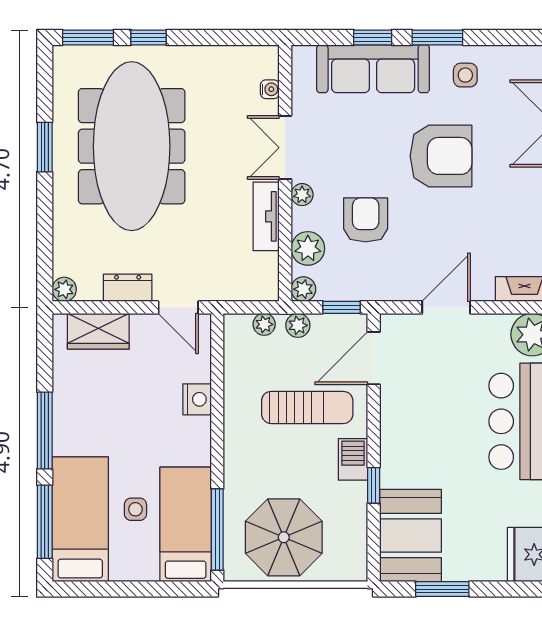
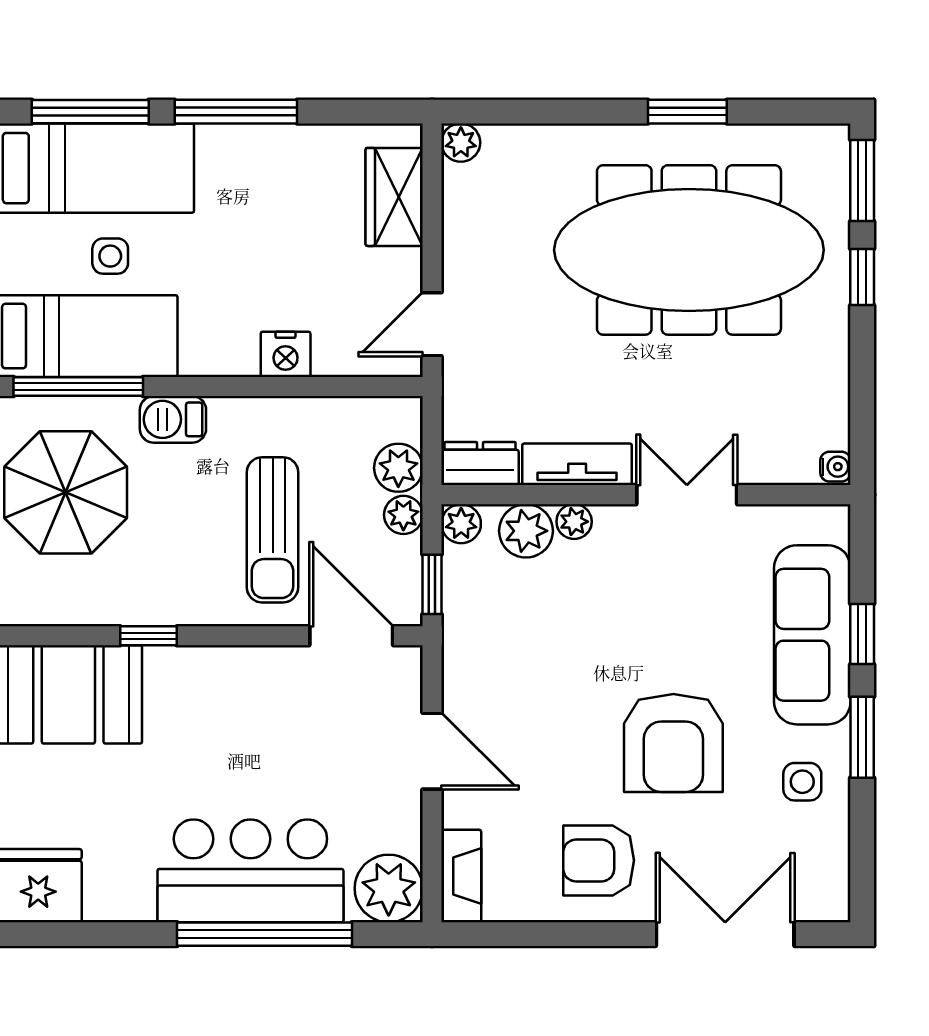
water cooler: (270, 89) -> (835, 467), moved, turned -90
plant: (302, 195) -> (574, 522), moved
armchair: (366, 220) -> (599, 860), moved, turned 180
dresser: (128, 288) -> (480, 464), moved, turned -90
plant: (264, 324) -> (398, 468), width x1.38, depth x1.38
barbecue: (353, 459) -> (173, 419), moved, turned 180

